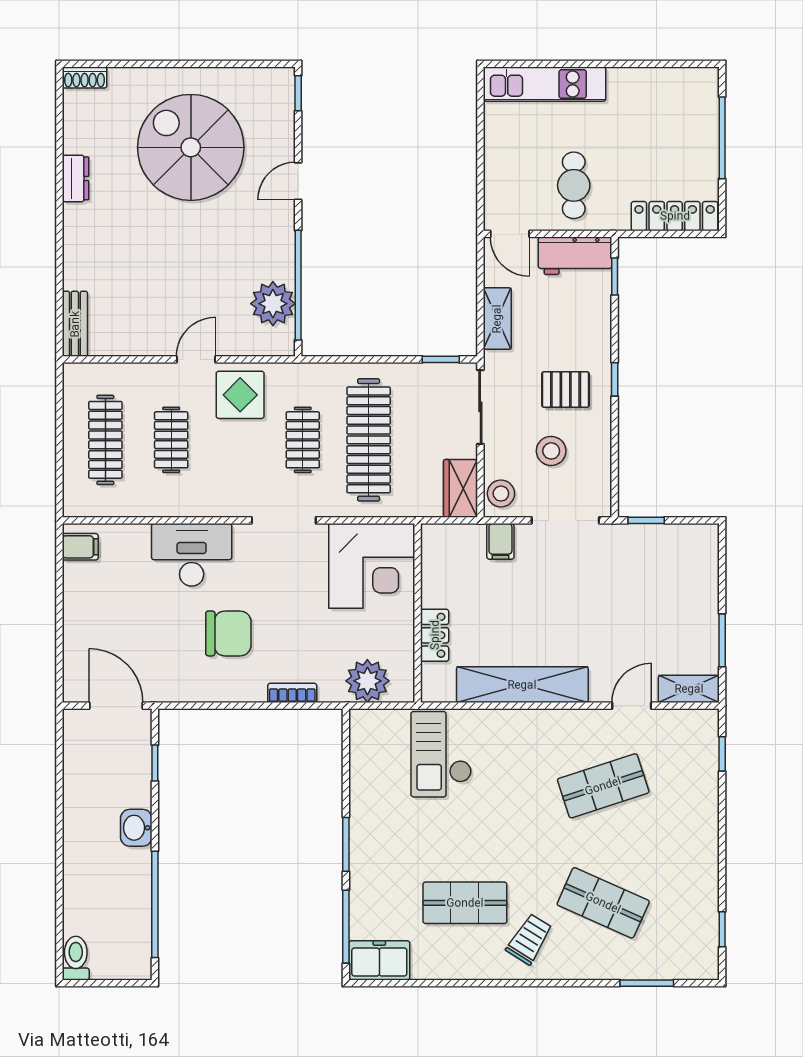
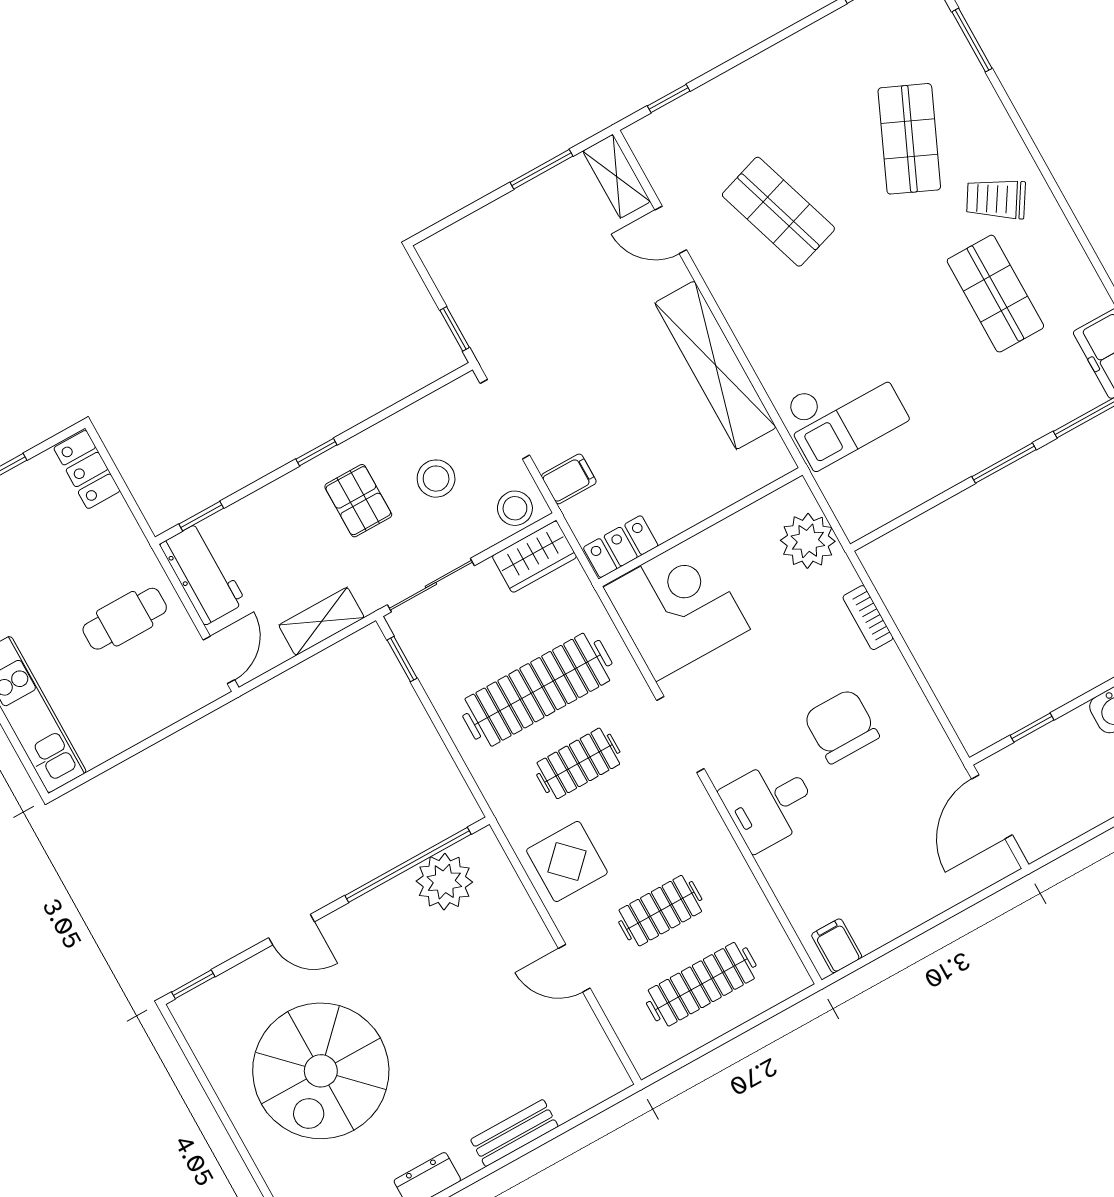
locker: (675, 216) -> (87, 469), width x0.66
bench: (75, 324) -> (514, 1133), moved
door: (196, 359) -> (574, 968), moved
desk: (192, 555) -> (769, 804), width x0.73
locker: (435, 635) -> (621, 547), moved

